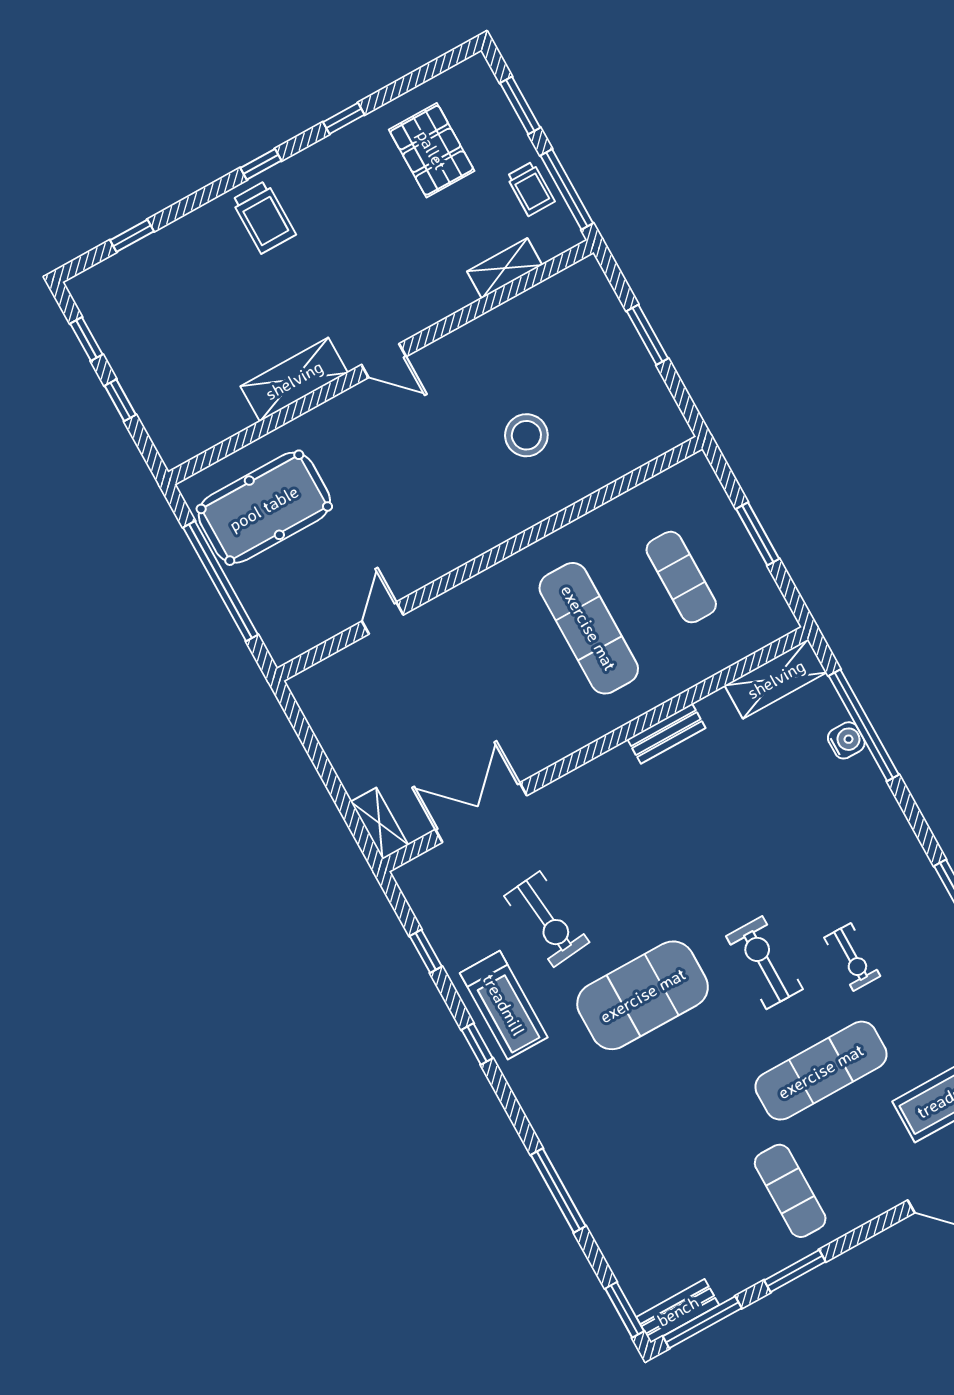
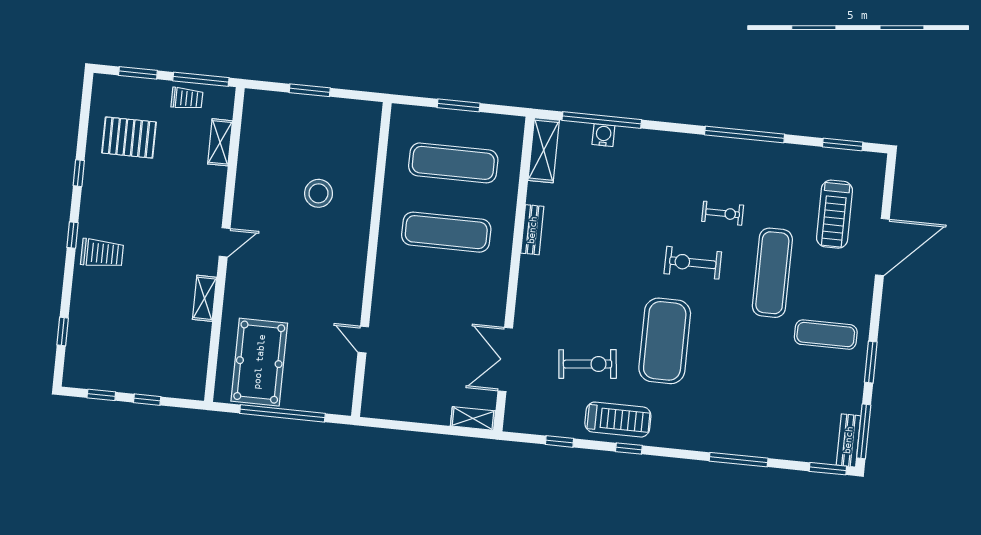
shelving: (294, 380) -> (205, 298), width x0.67, depth x0.75
exercise mat: (681, 577) -> (453, 163), width x1.36, depth x1.45

